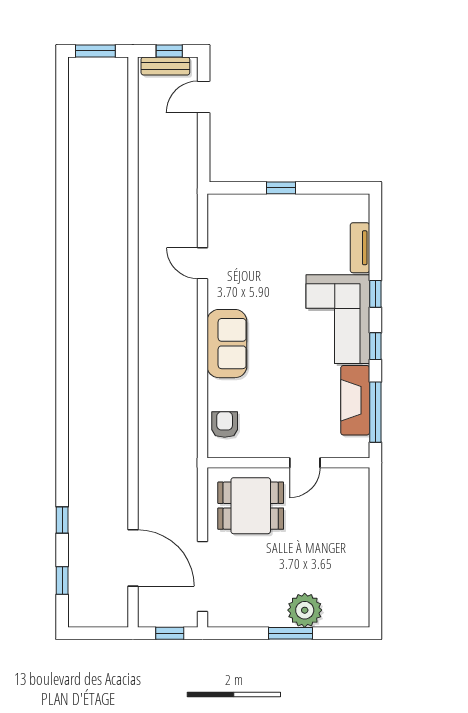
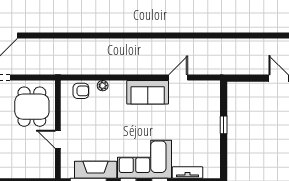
sofa: (227, 344) -> (148, 92), moved
plant: (216, 388) -> (103, 86), added

